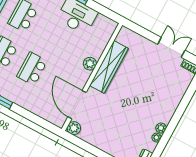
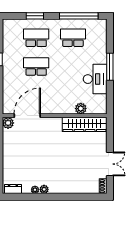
plant: (90, 64) -> (81, 109), moved
wardrobe: (109, 67) -> (85, 124), moved

